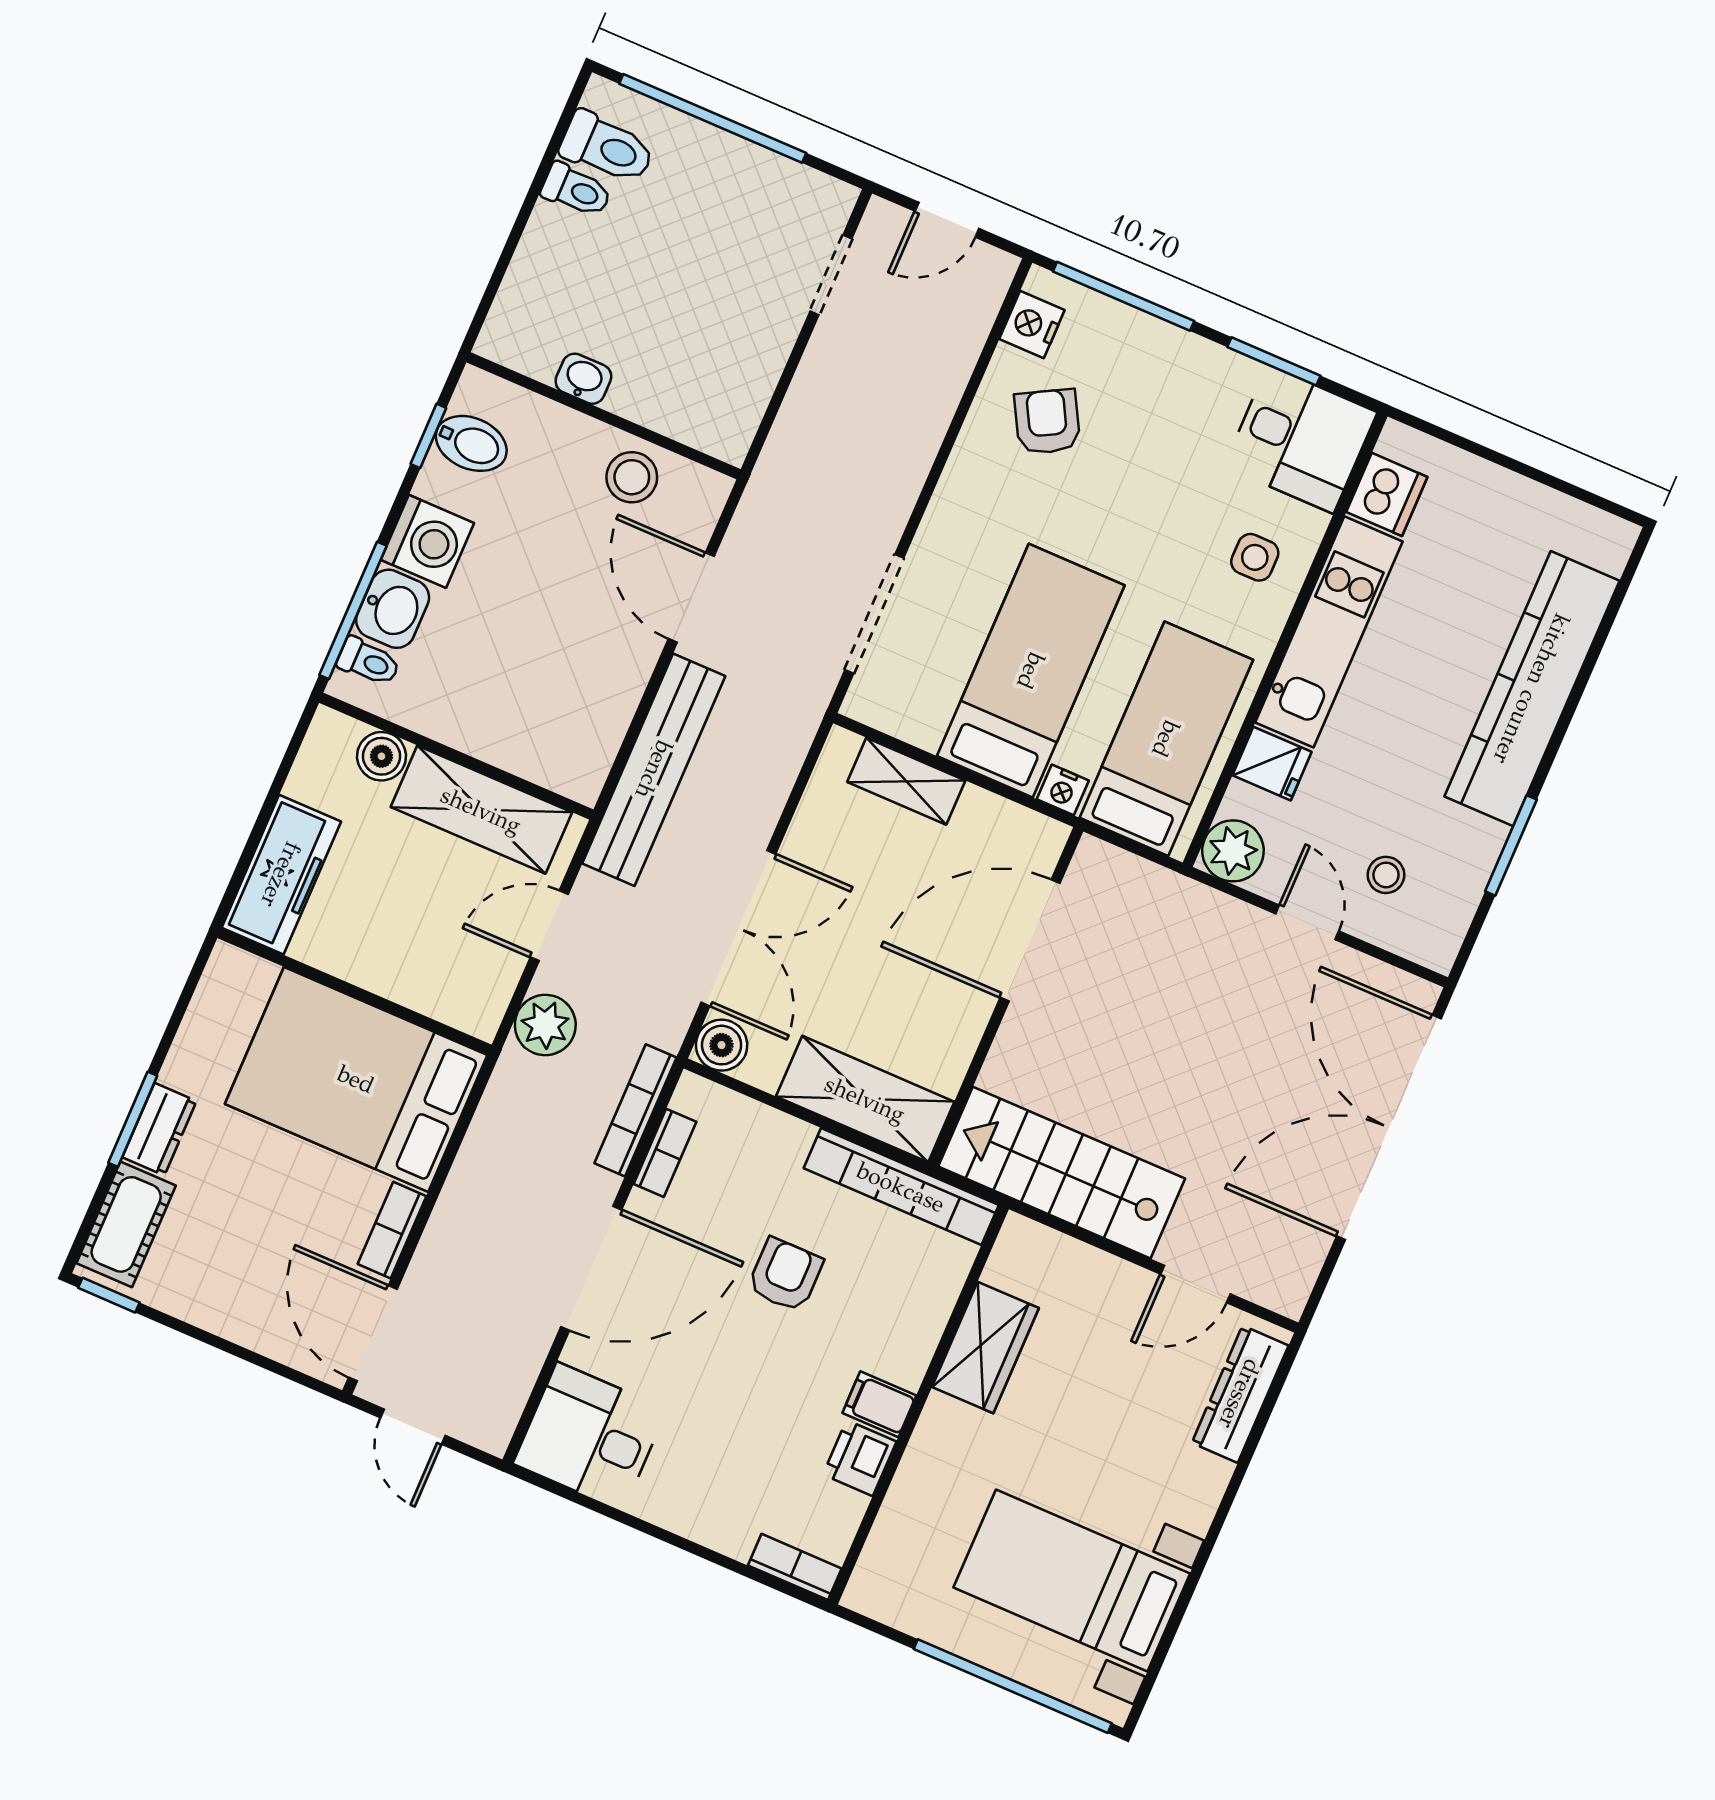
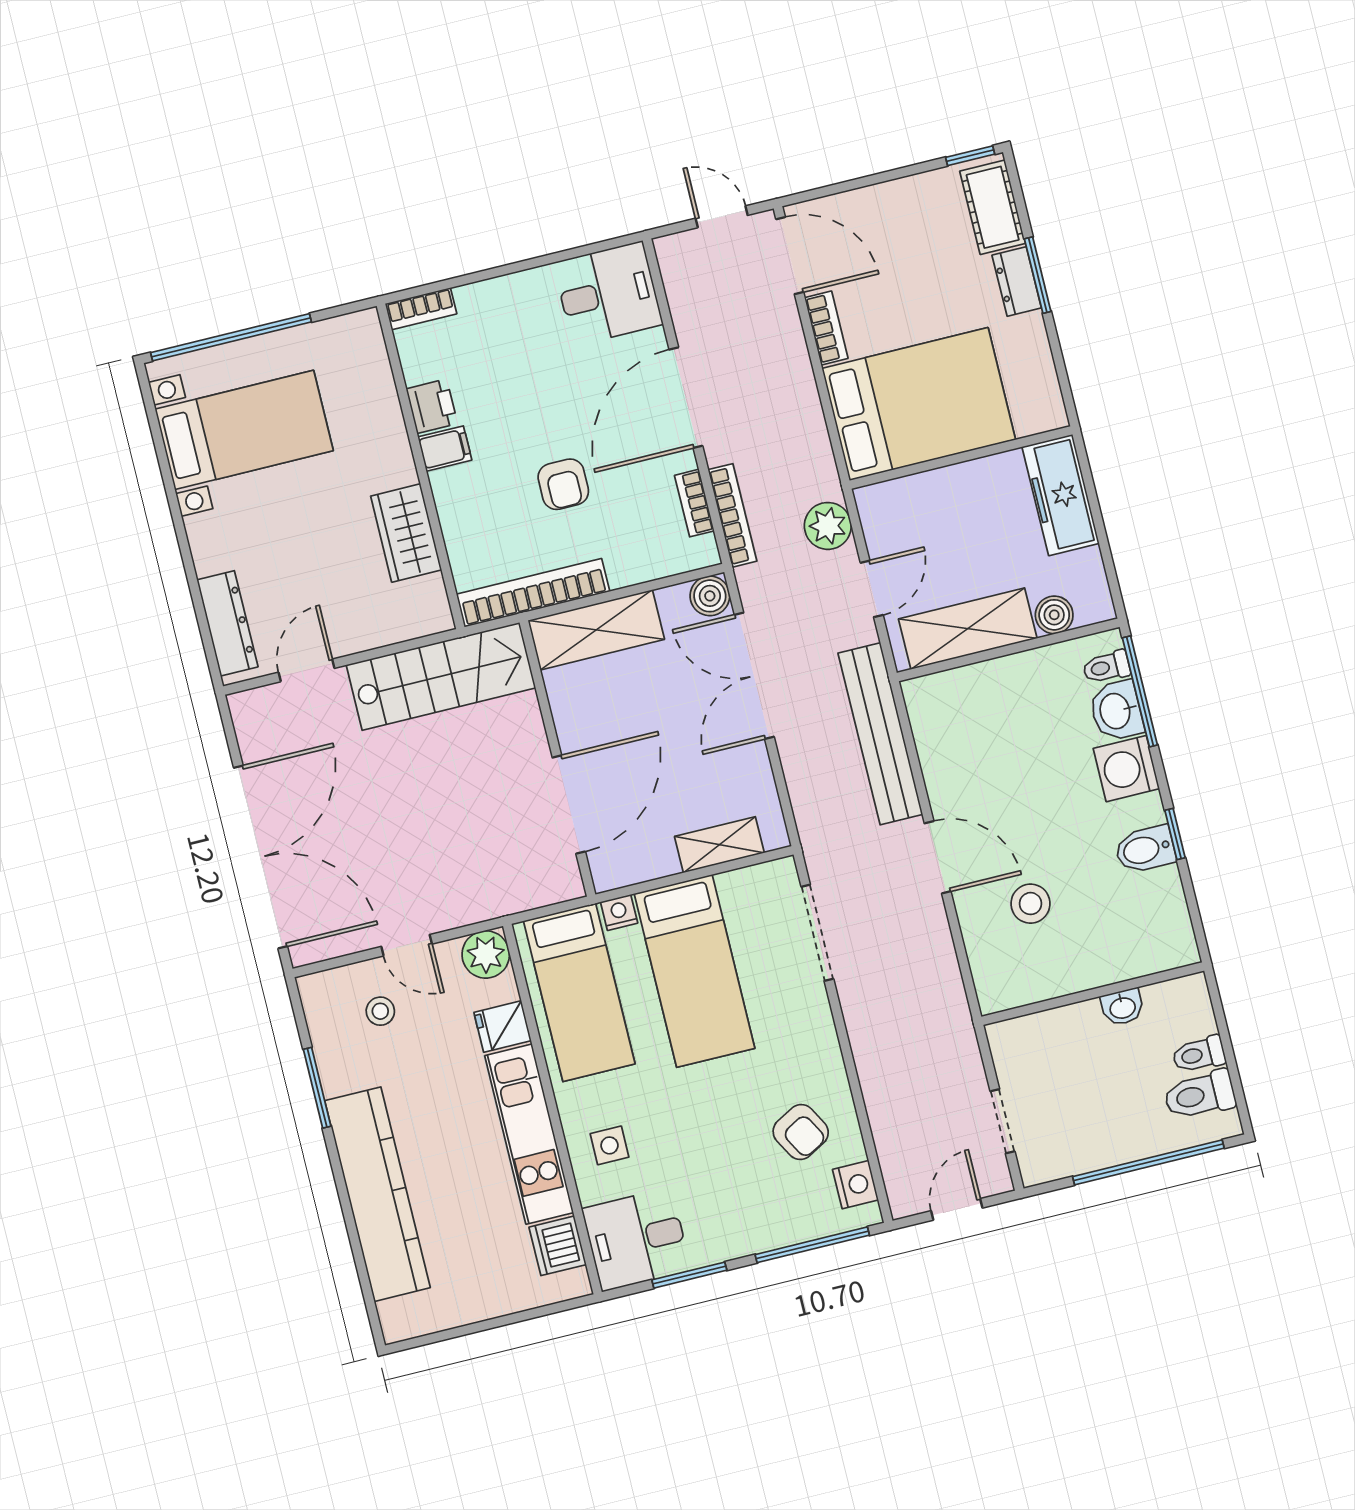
washbasin: (583, 379) -> (1122, 1007), moved
wall: (604, 416) -> (1093, 994), moved

